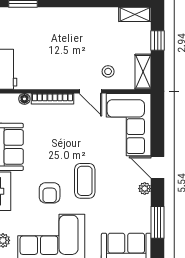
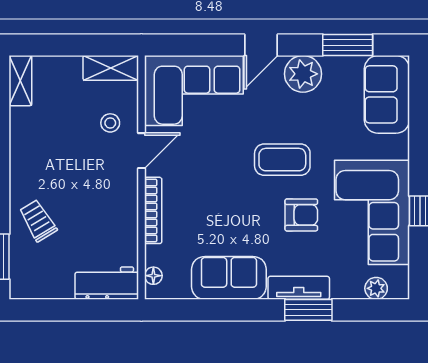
trolley: (46, 26) -> (38, 221), added
window: (158, 40) -> (62, 45), removed
floor lamp: (24, 99) -> (153, 276), moved
plant: (145, 189) -> (303, 74), width x1.87, depth x1.87

